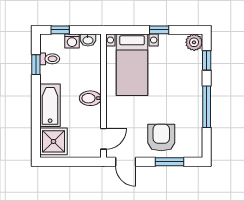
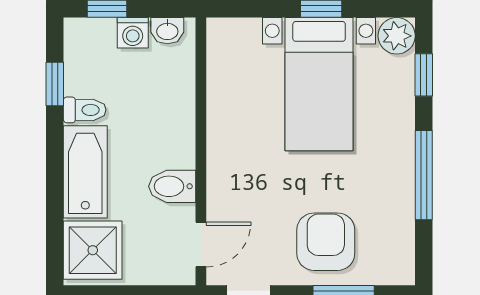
toilet: (50, 59) -> (85, 110), moved
bed with nightstands: (132, 65) -> (319, 84), moved
bidet: (90, 98) -> (172, 186), moved

